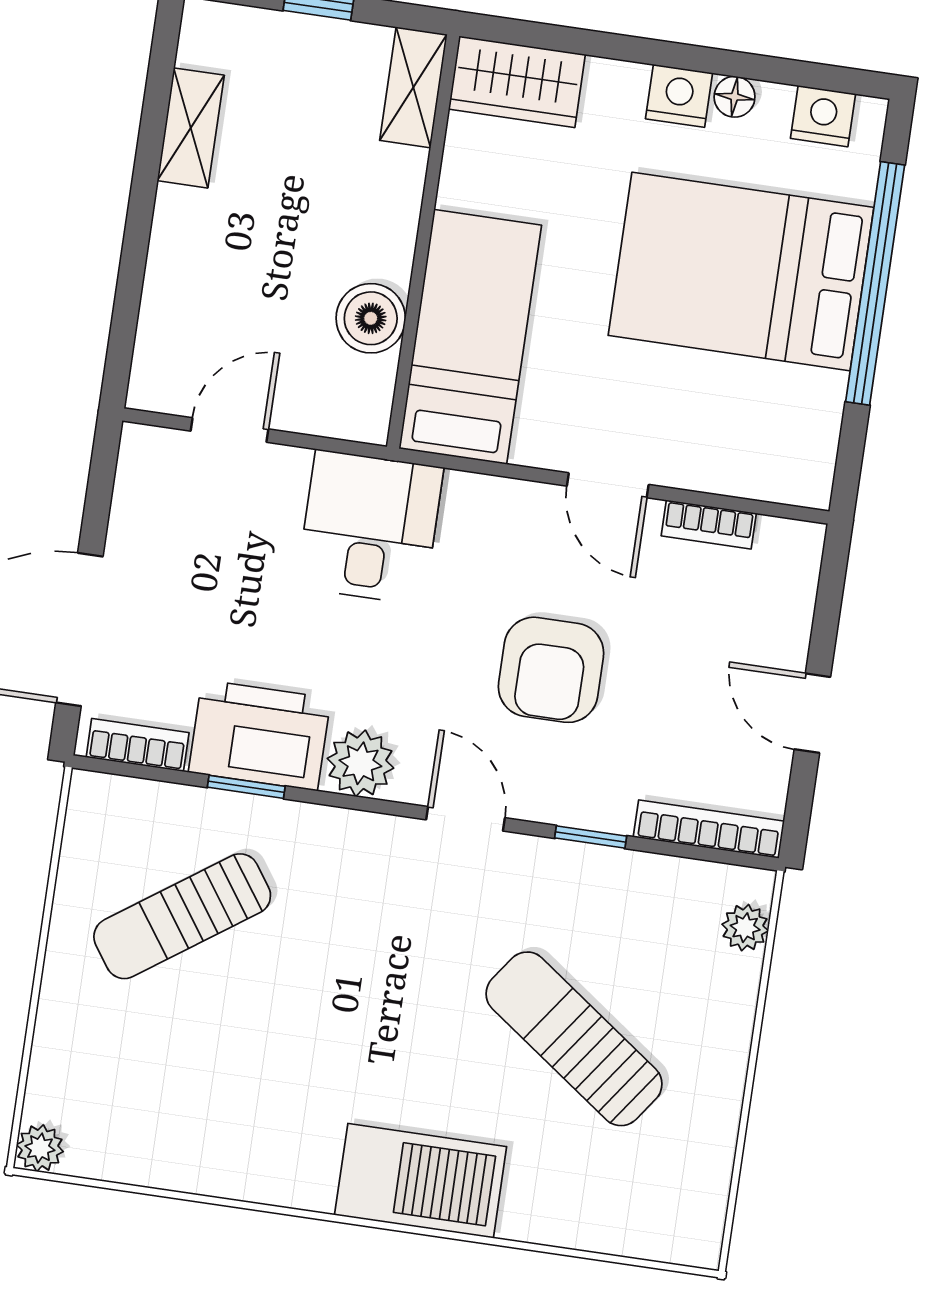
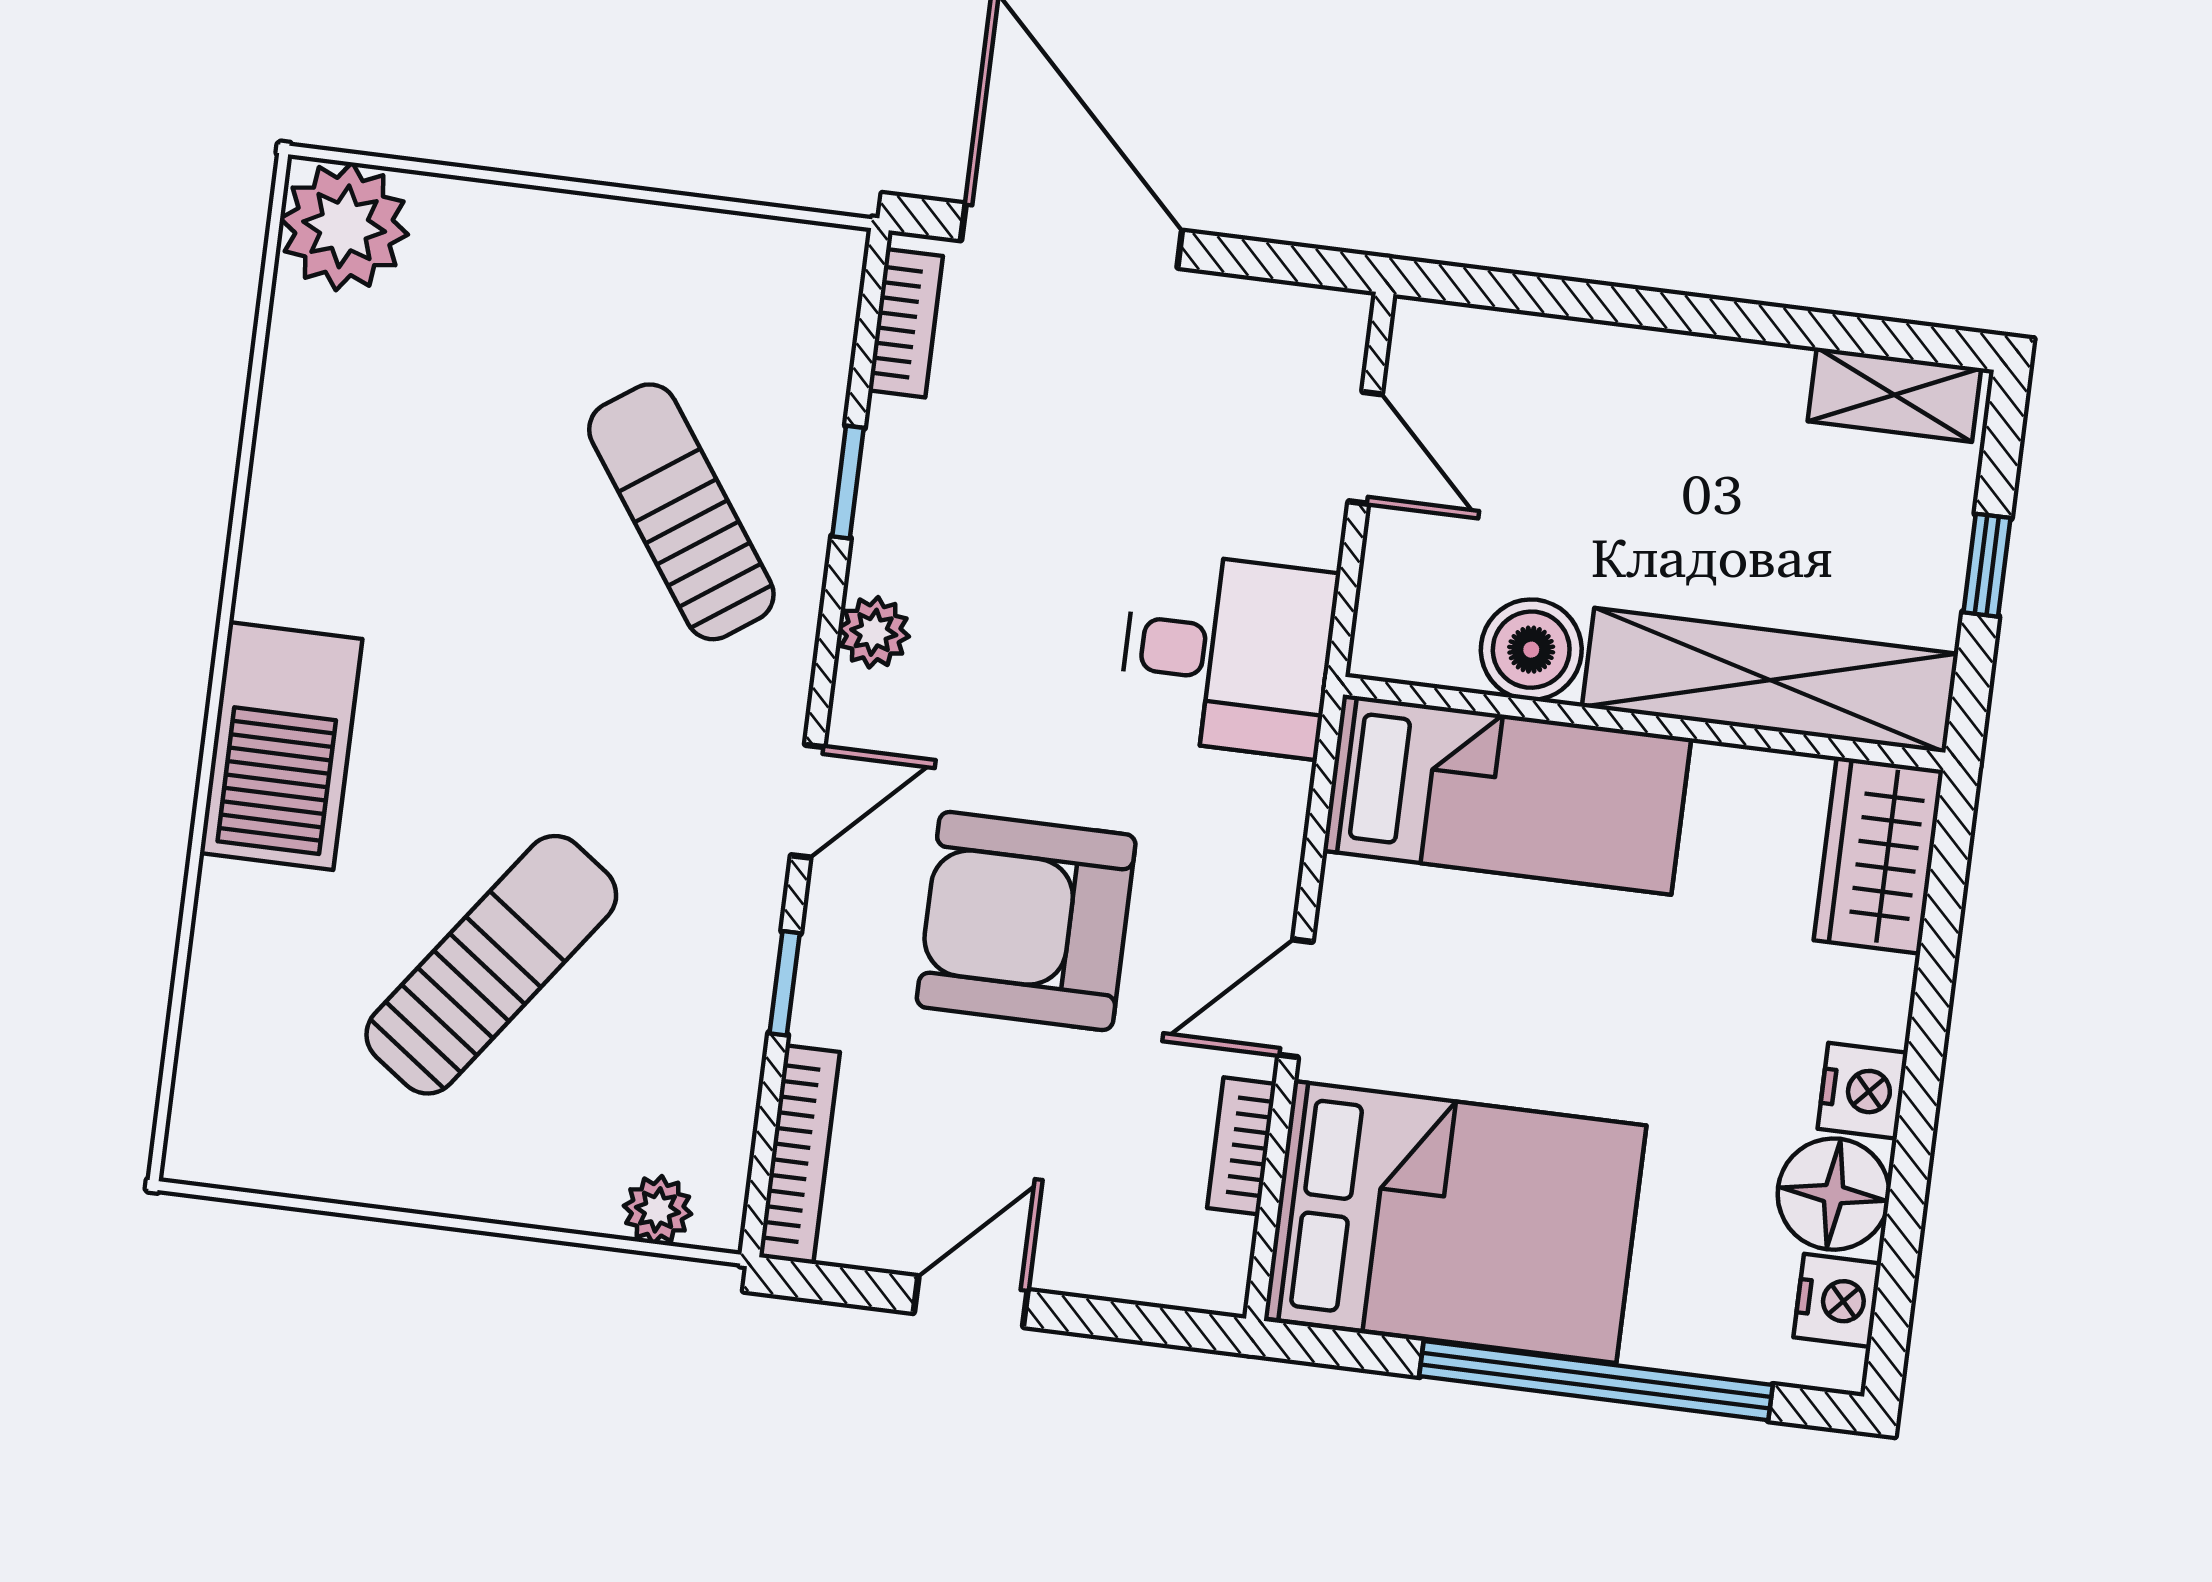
shelving: (413, 87) -> (1770, 680), width x2.20, depth x1.33
floor lamp: (735, 97) -> (1834, 1194), width x1.89, depth x1.89
shelving: (191, 128) -> (1894, 395), moved
bed: (741, 271) -> (1455, 1222), moved, turned 90
armchair: (551, 670) -> (1026, 921), width x1.36, depth x1.36
printer: (260, 735) -> (923, 500), removed
plant: (360, 763) -> (874, 632), width x0.73, depth x0.73
sun lounger: (182, 916) -> (681, 512), moved
plant: (40, 1148) -> (344, 226), width x1.88, depth x1.88

